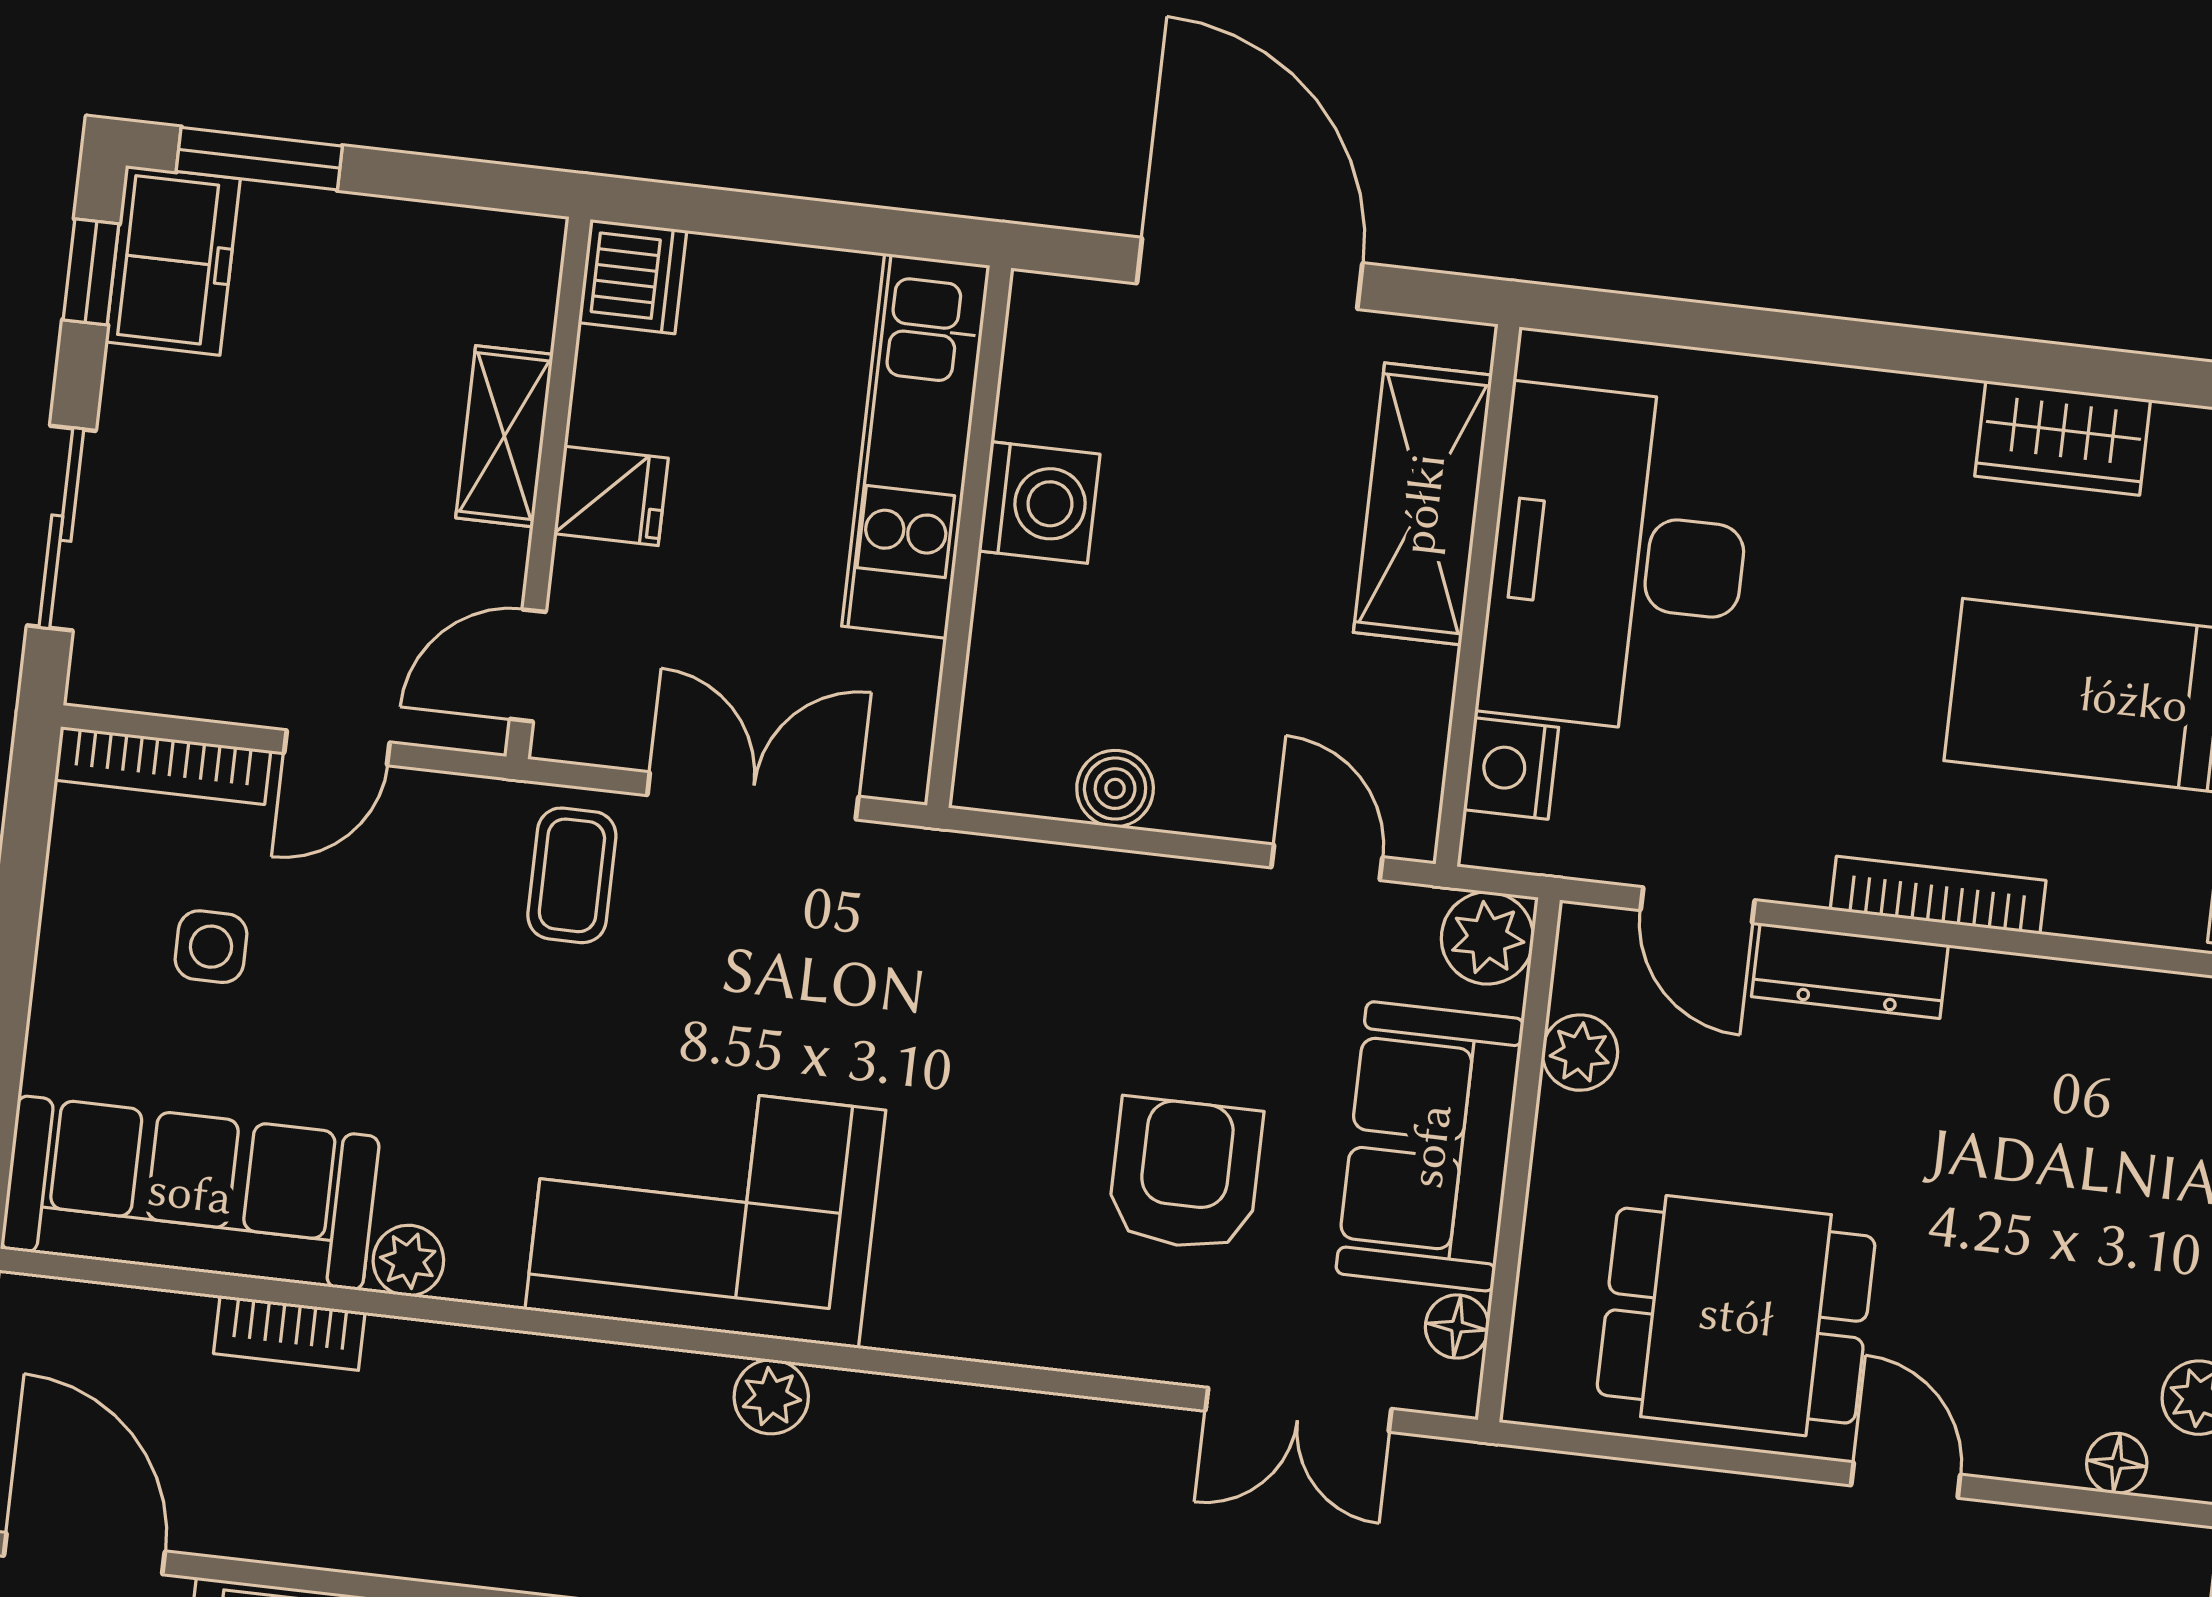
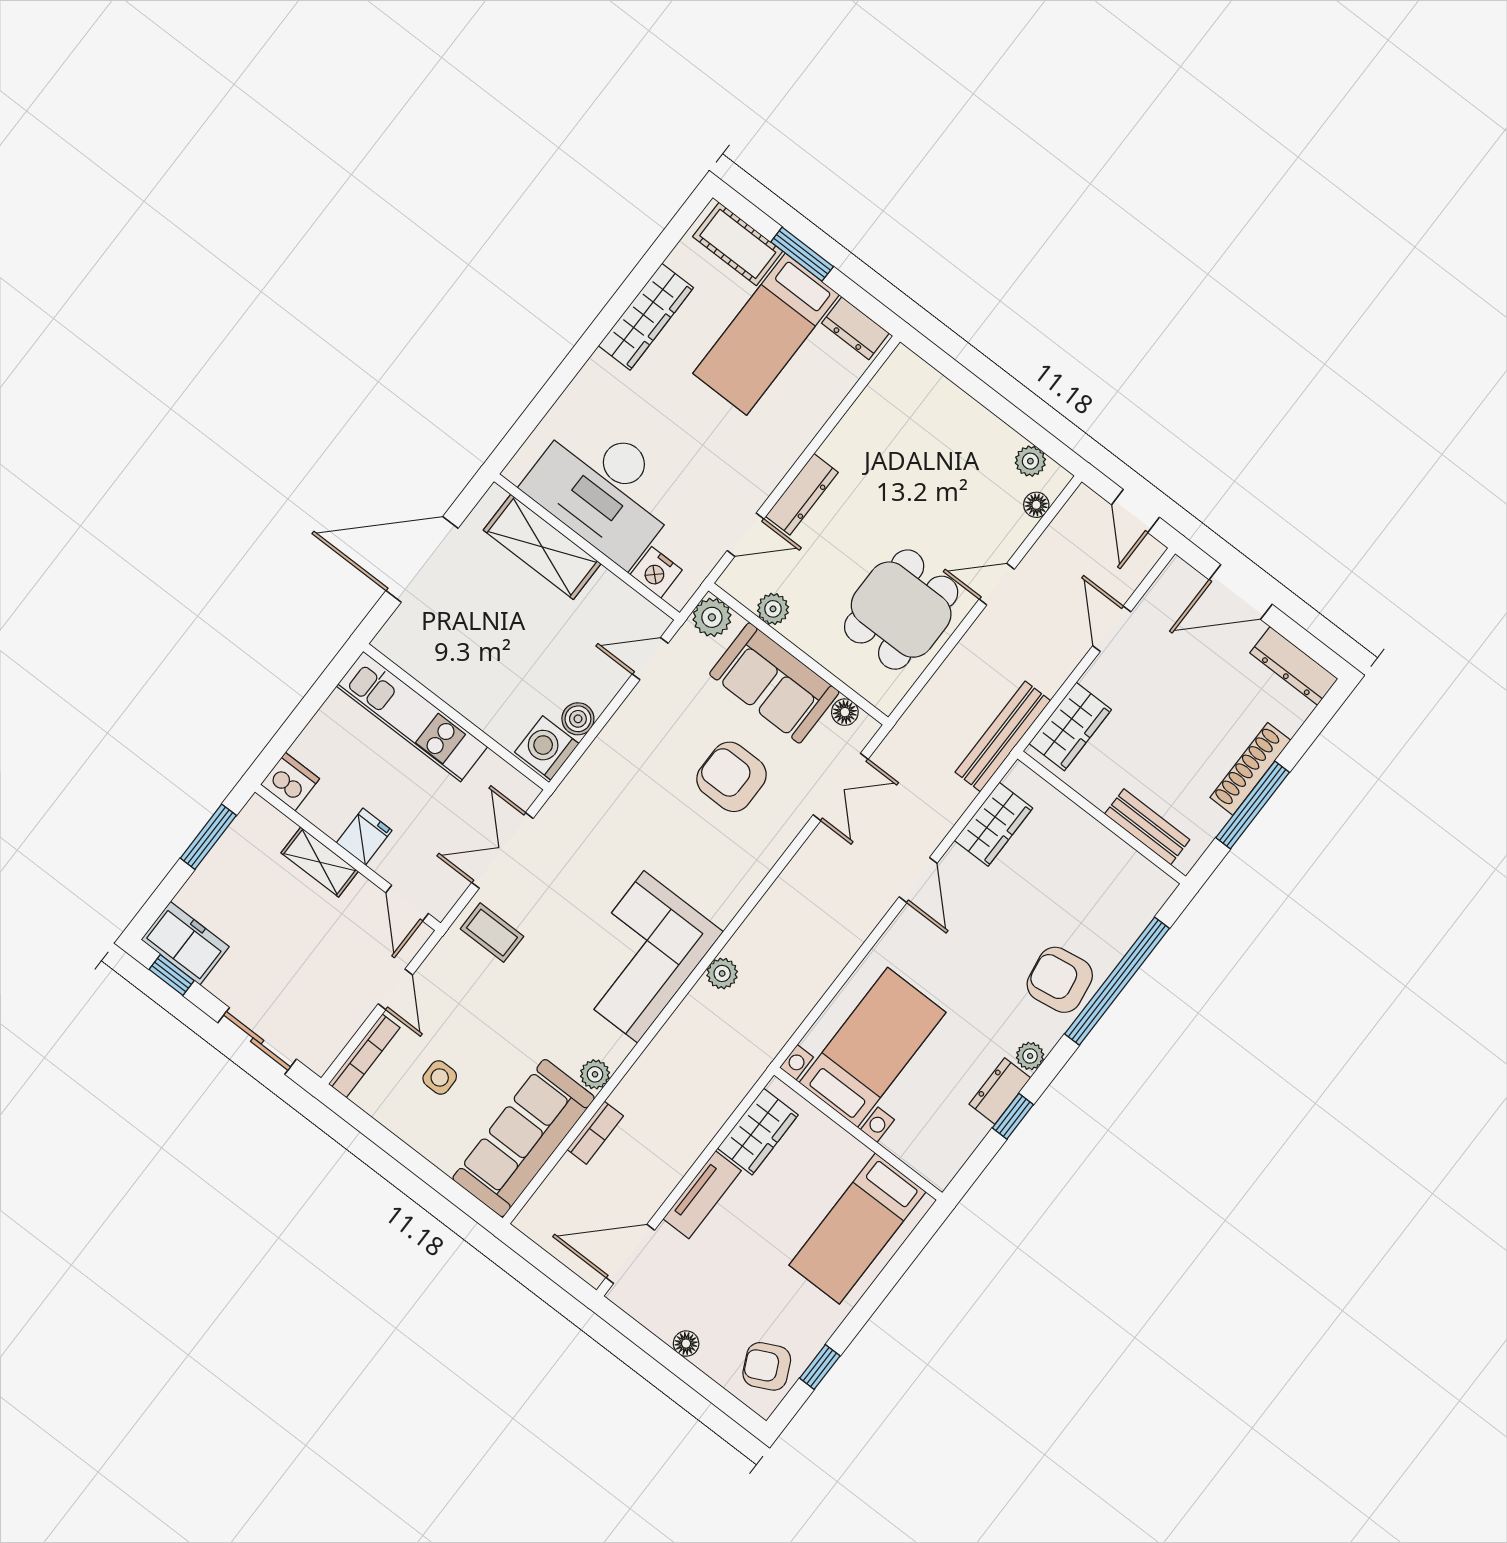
window: (259, 159) -> (208, 837), moved
wardrobe: (2063, 438) -> (646, 317), width x1.50
washing machine: (1039, 503) -> (547, 748), moved, turned -90
bookcase: (1938, 895) -> (794, 446), removed

